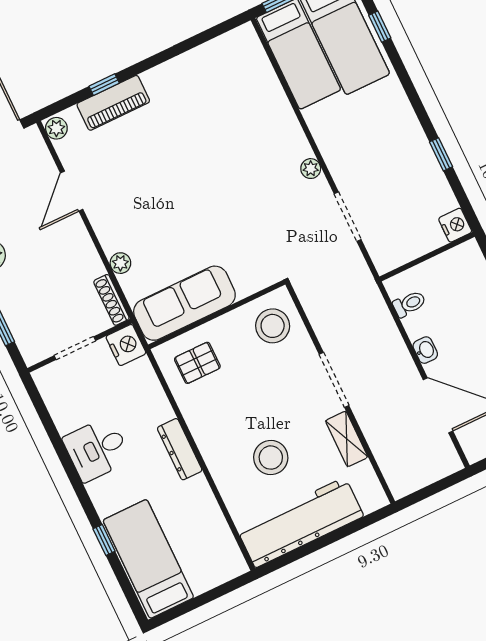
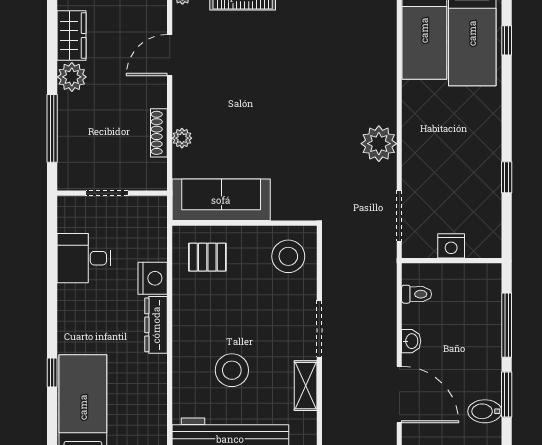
plant: (311, 169) -> (379, 144), width x1.88, depth x1.88
doorway: (348, 217) -> (399, 216), moved
nightstand: (455, 225) -> (451, 246), moved, turned 90
shoe rack: (111, 300) -> (159, 133), moved
nightstand: (126, 345) -> (153, 278), moved
desk: (97, 449) -> (84, 258), moved

